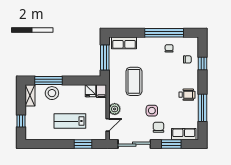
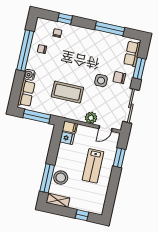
water cooler: (142, 42) -> (29, 75), added
wheelchair: (187, 95) -> (93, 41), removed
door: (108, 125) -> (105, 128), swing flipped

